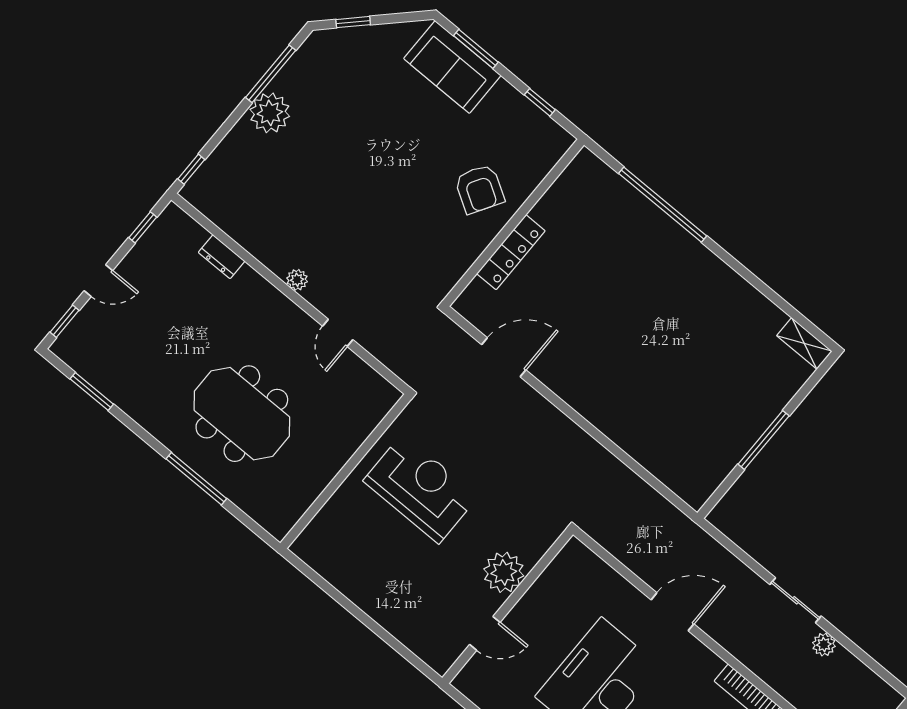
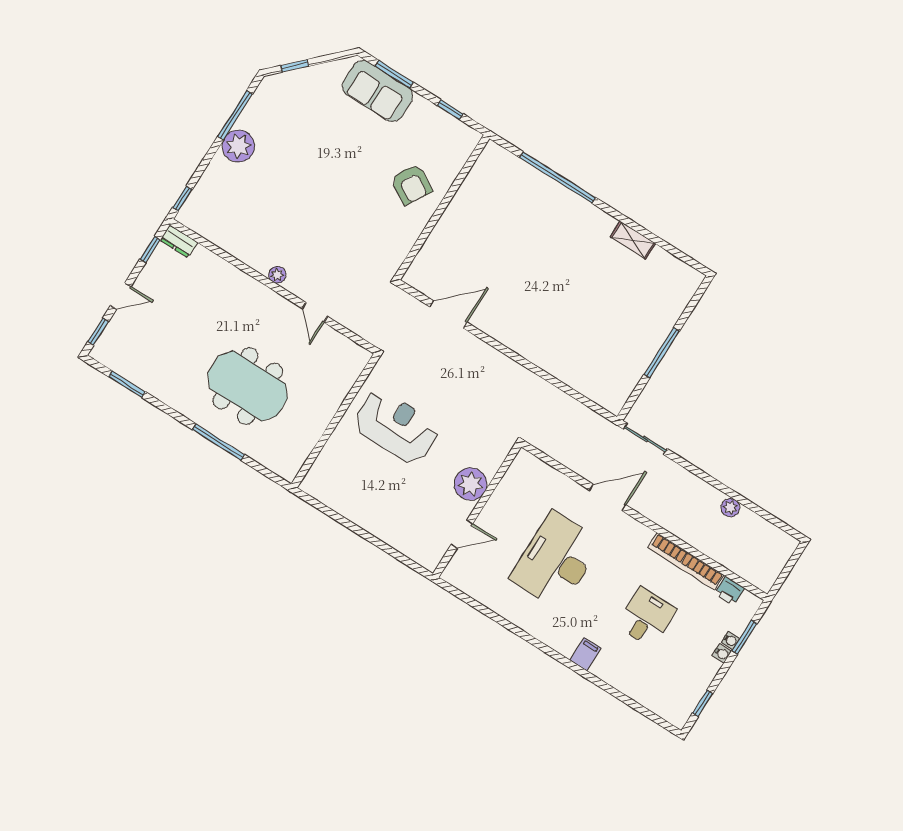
locker: (511, 252) -> (443, 231), removed
dresser: (222, 257) -> (179, 241), moved
shelving: (804, 343) -> (633, 240), moved
sliding door: (795, 600) -> (645, 439), moved

